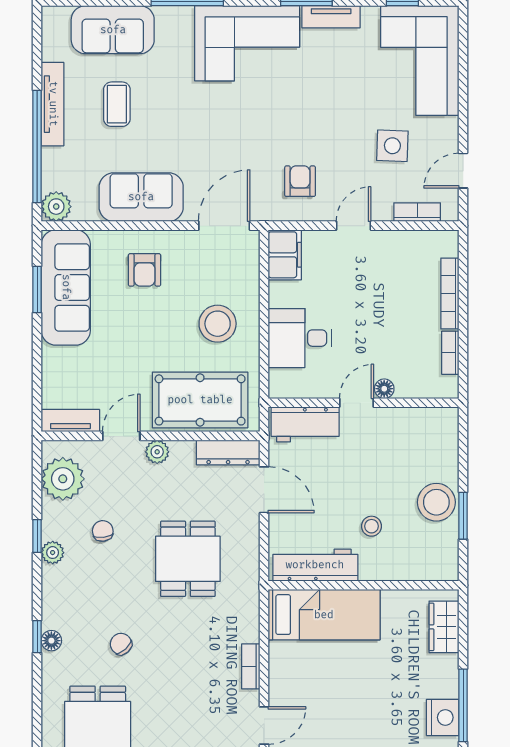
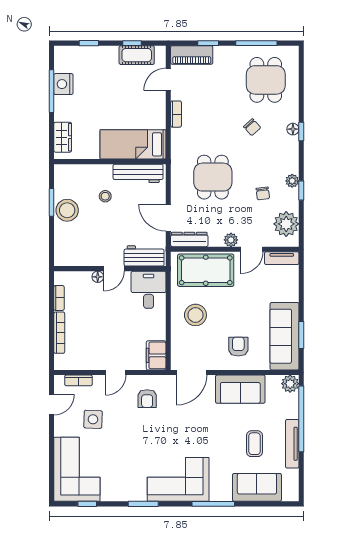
tv unit: (331, 17) -> (129, 495), removed
desk: (300, 338) -> (149, 290), moved, turned -90

